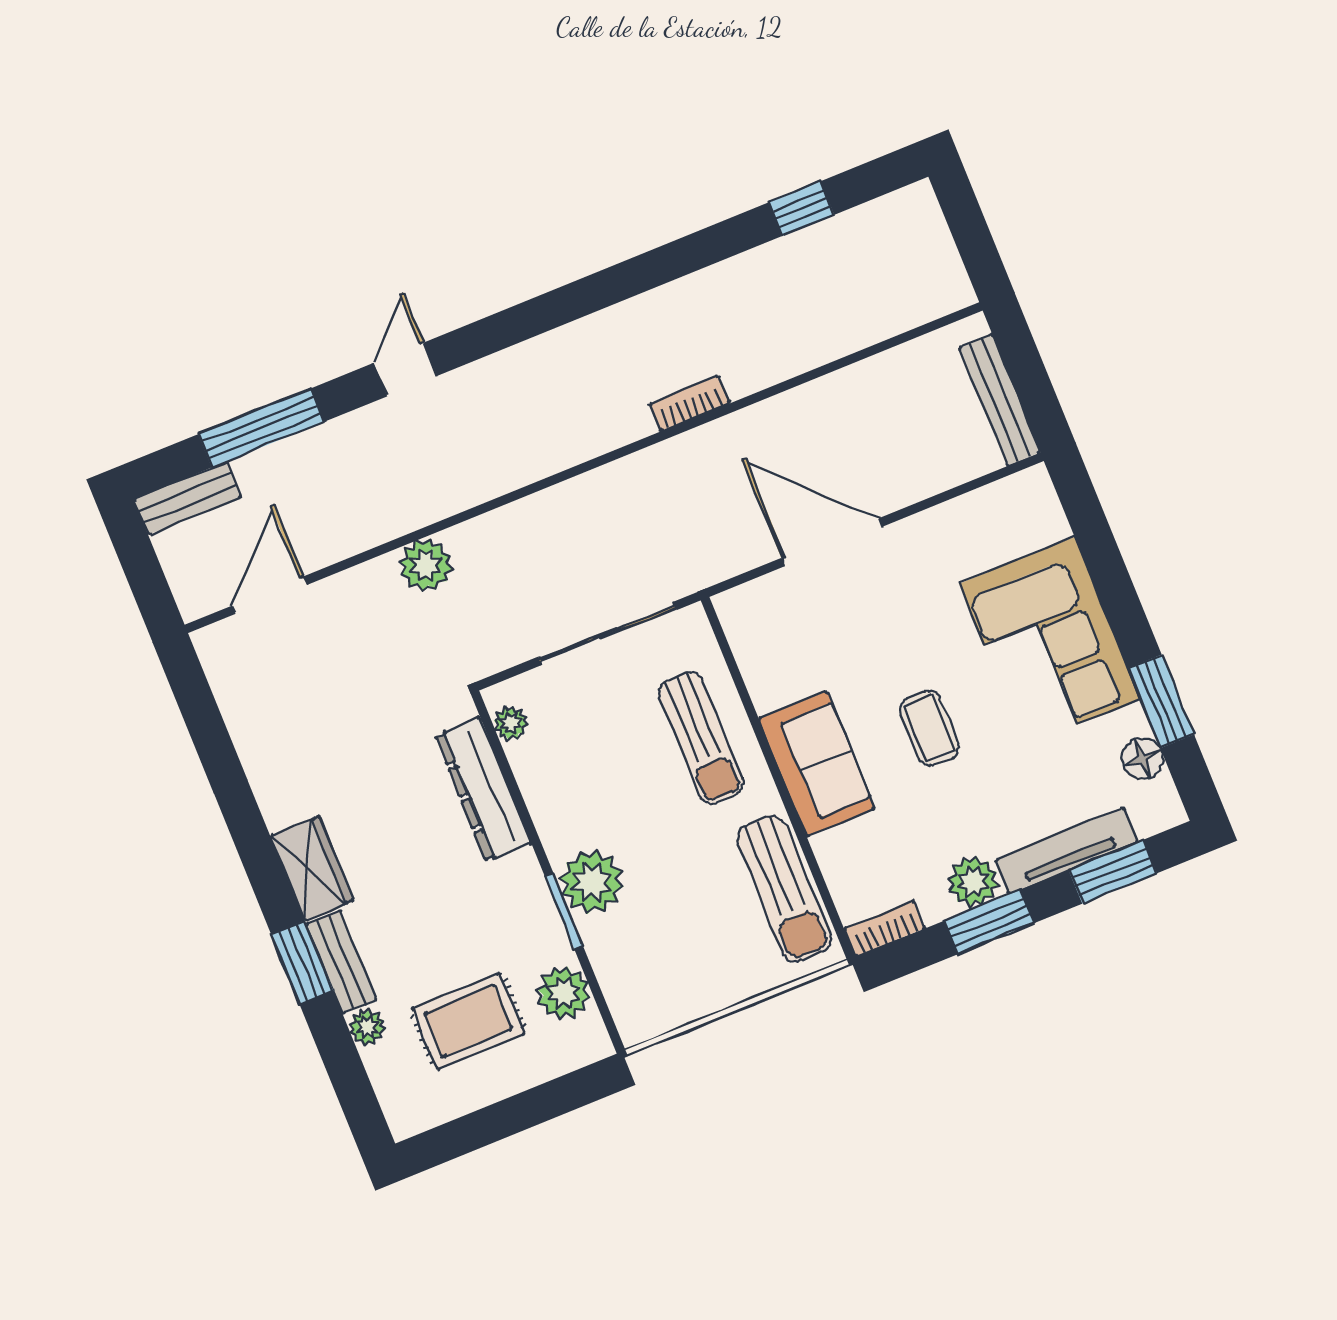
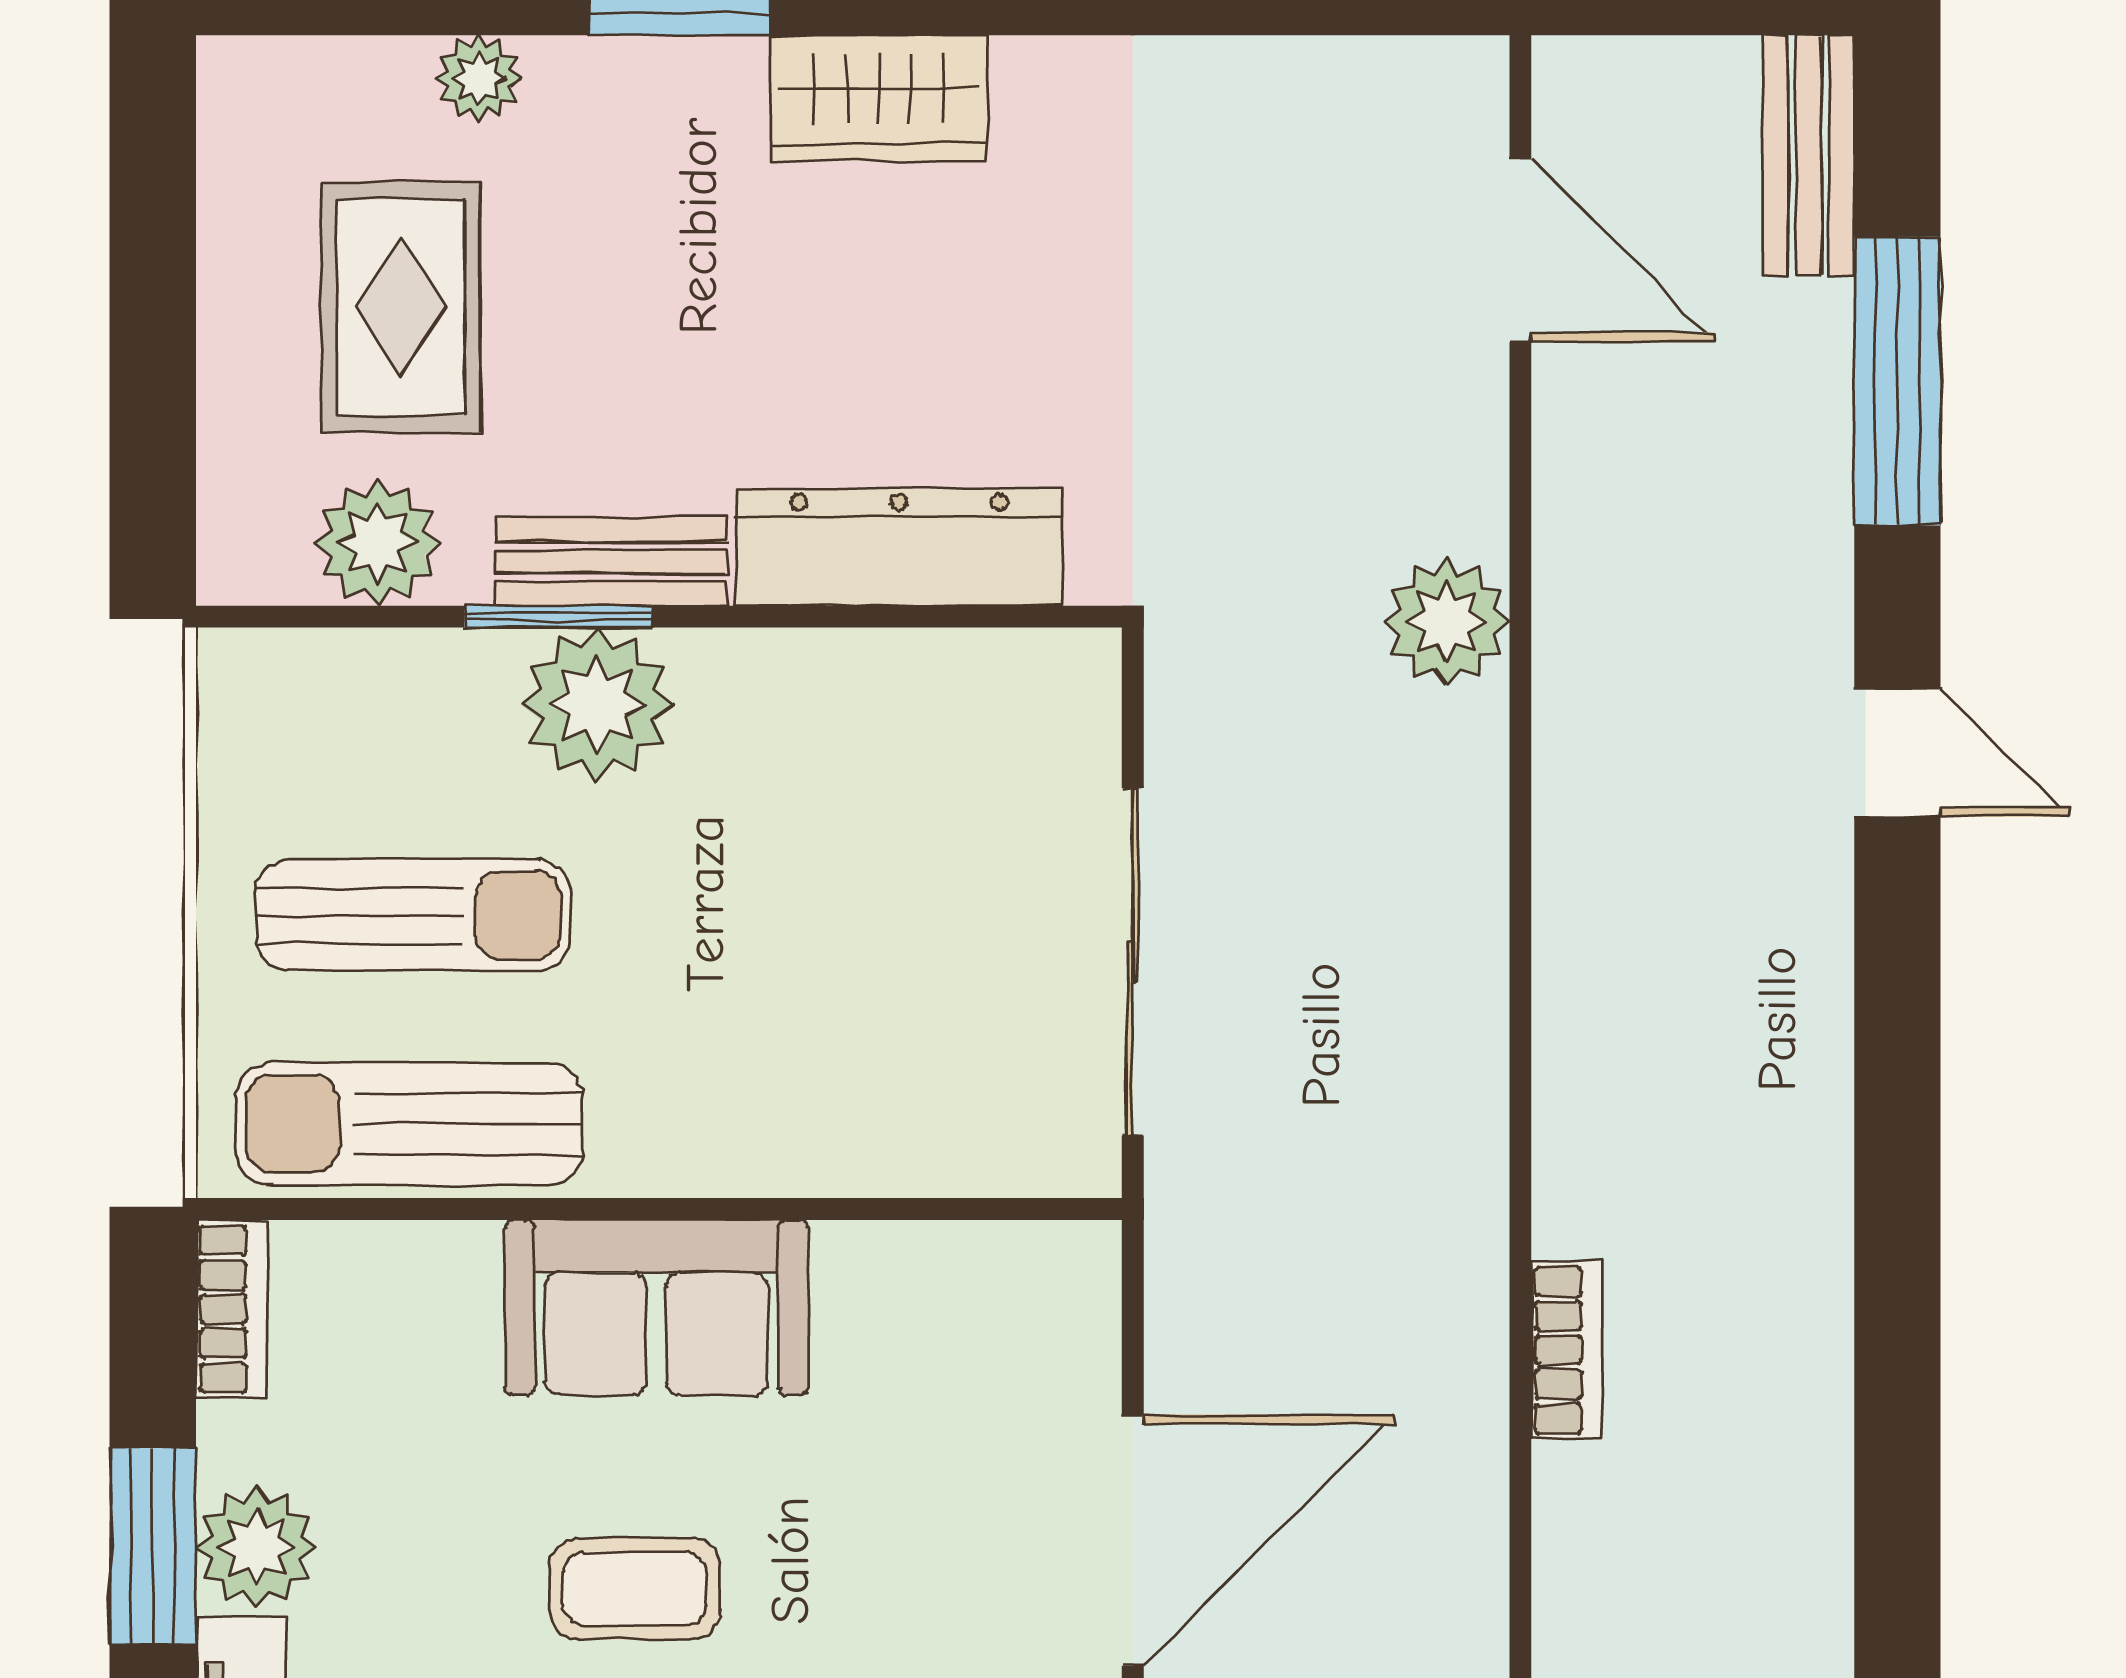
plant: (511, 723) -> (1022, 668), removed
sun lounger: (701, 738) -> (413, 915), moved, turned 180
bench: (341, 962) -> (611, 562), moved

